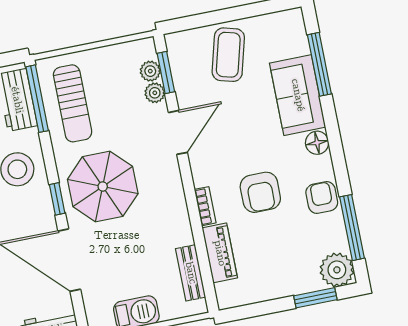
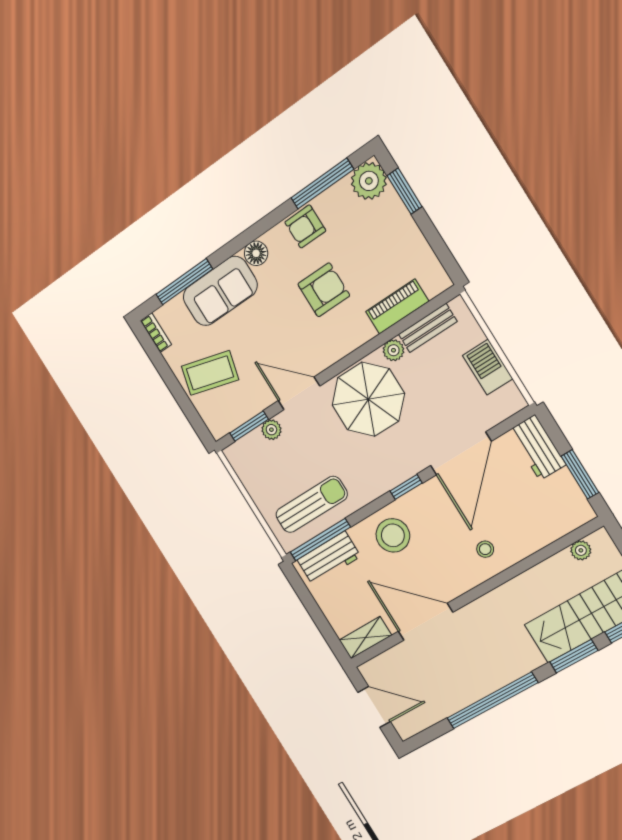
plant: (150, 71) -> (393, 350), moved
parasol: (103, 186) -> (368, 399), moved
bookcase: (205, 206) -> (156, 333), moved, turned 90

